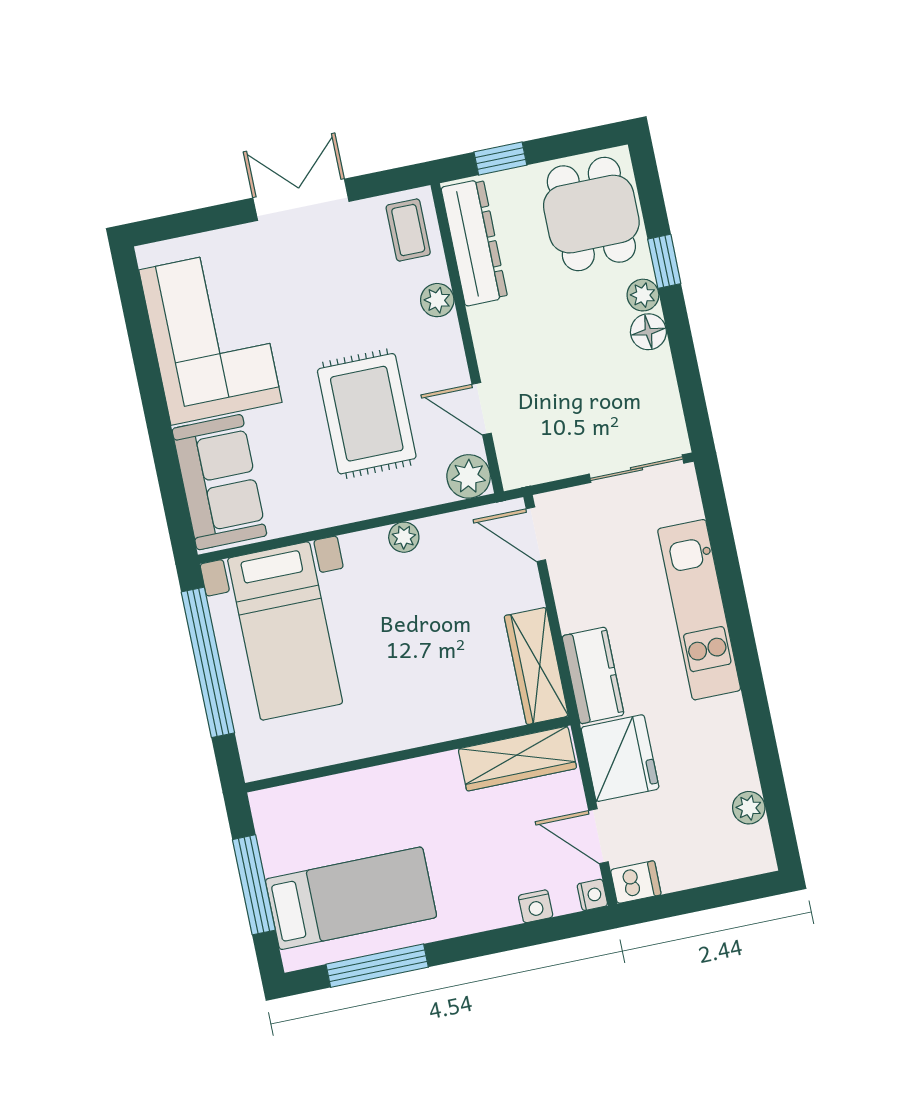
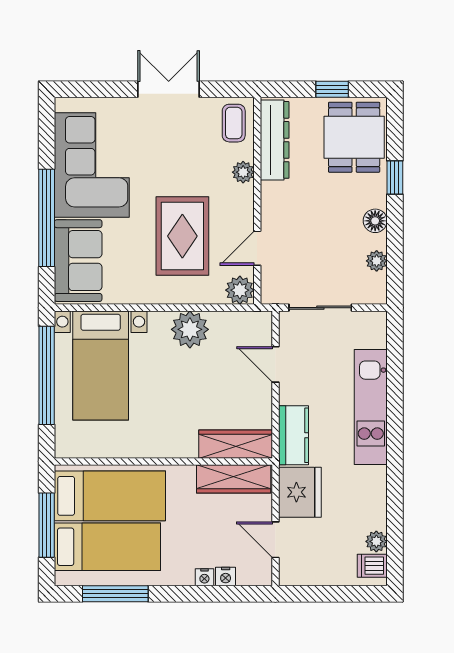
window: (500, 159) -> (332, 89), moved
plant: (643, 295) -> (377, 261), moved
door: (482, 409) -> (257, 248), hinge flipped
window: (159, 429) -> (47, 218), added
sliding door: (637, 469) -> (320, 308), moved
door: (536, 534) -> (275, 364), moved
plant: (404, 537) -> (190, 329), width x1.88, depth x1.88
wardrobe: (536, 666) -> (236, 444), moved, turned 90
bed: (339, 822) -> (110, 496), added
dishwasher: (636, 882) -> (372, 566), moved, turned 180
nightstand: (592, 895) -> (204, 577), moved, turned 90

